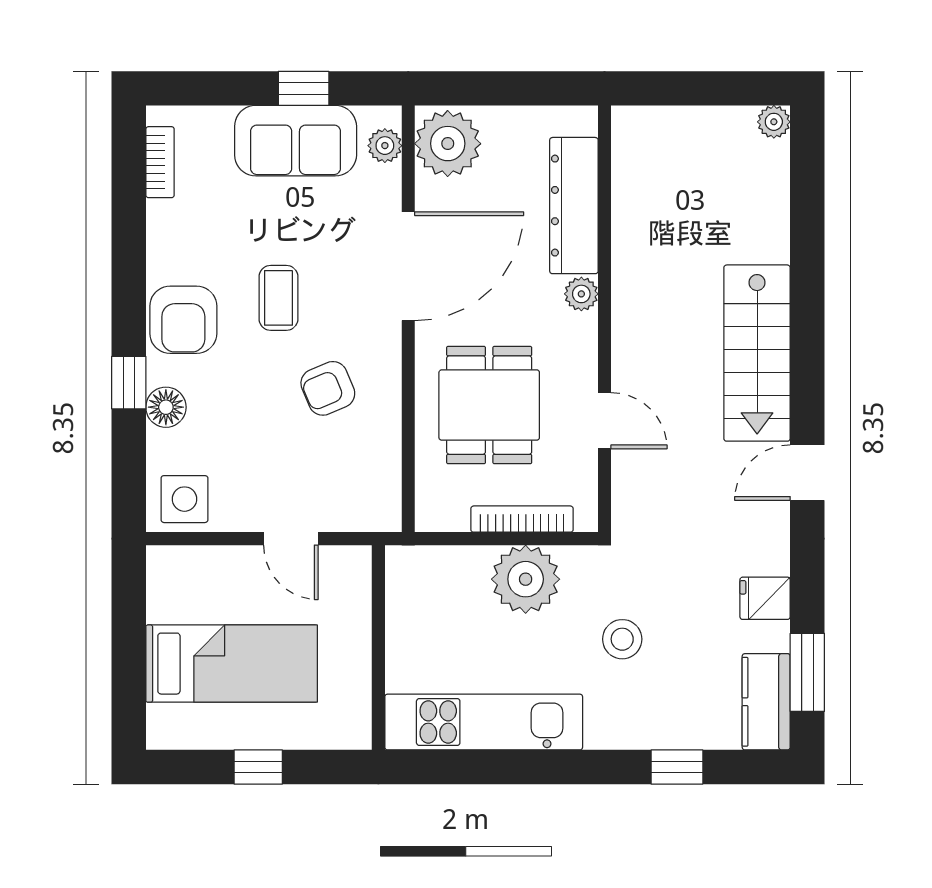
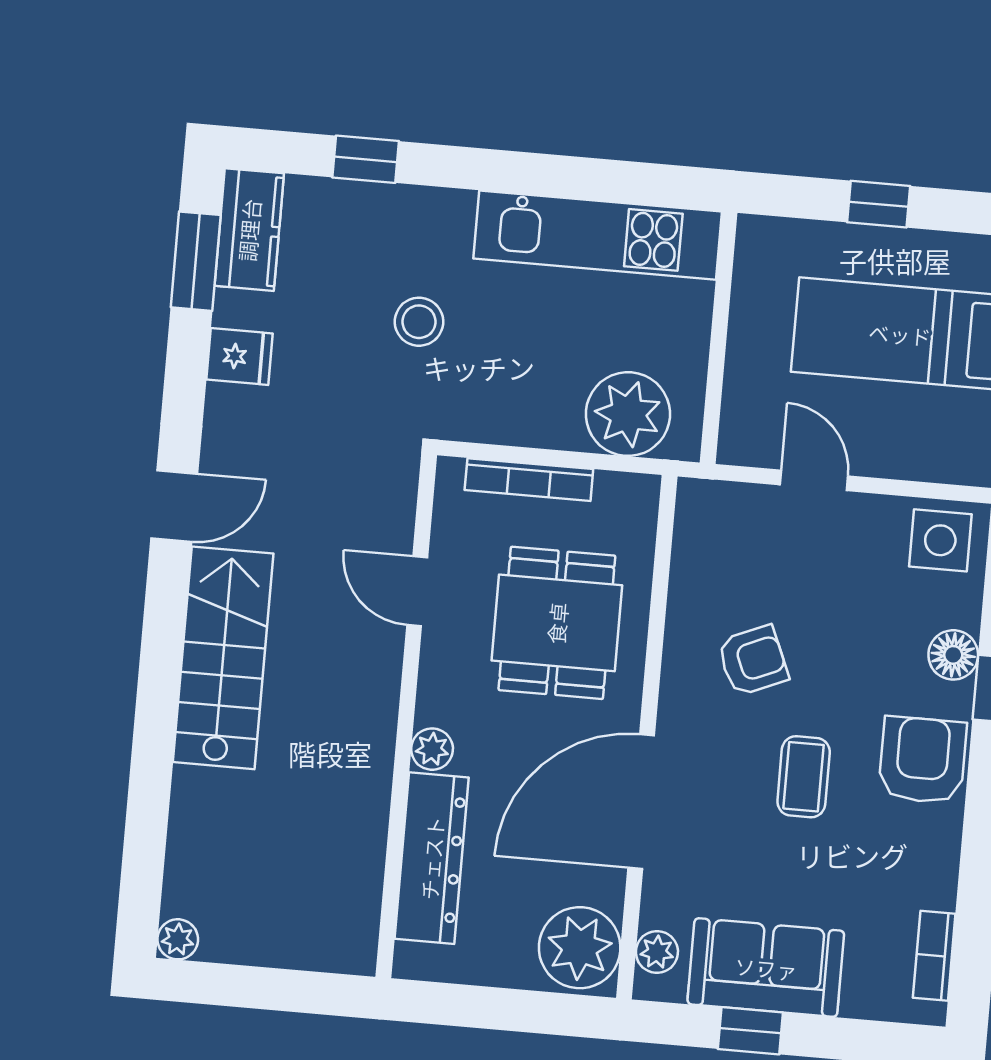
plant: (526, 579) -> (628, 414), moved

